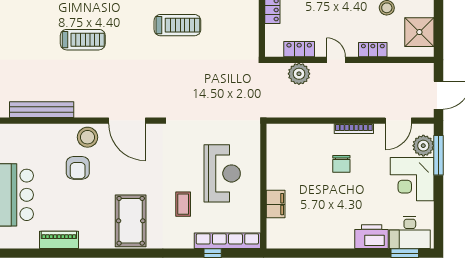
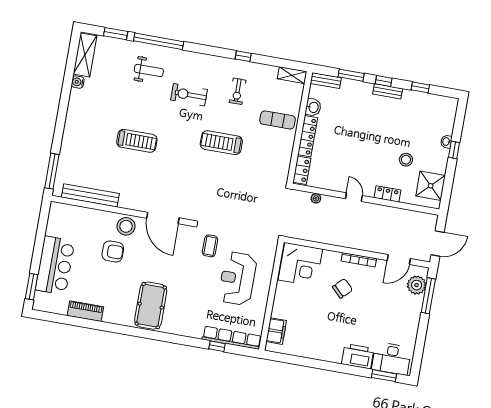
treadmill: (177, 25) -> (221, 143), turned 180
locker: (299, 49) -> (302, 170), moved, turned 90
plant: (299, 74) -> (316, 198), width x0.53, depth x0.53
chair: (341, 164) -> (343, 288), turned -135
armchair: (78, 168) -> (113, 251), turned -90
reception desk: (222, 173) -> (237, 278), turned 180
corner desk: (412, 179) -> (300, 264), moved, turned -90
coffee table: (183, 204) -> (210, 246), moved
filing cabinet: (276, 204) -> (276, 331), moved

